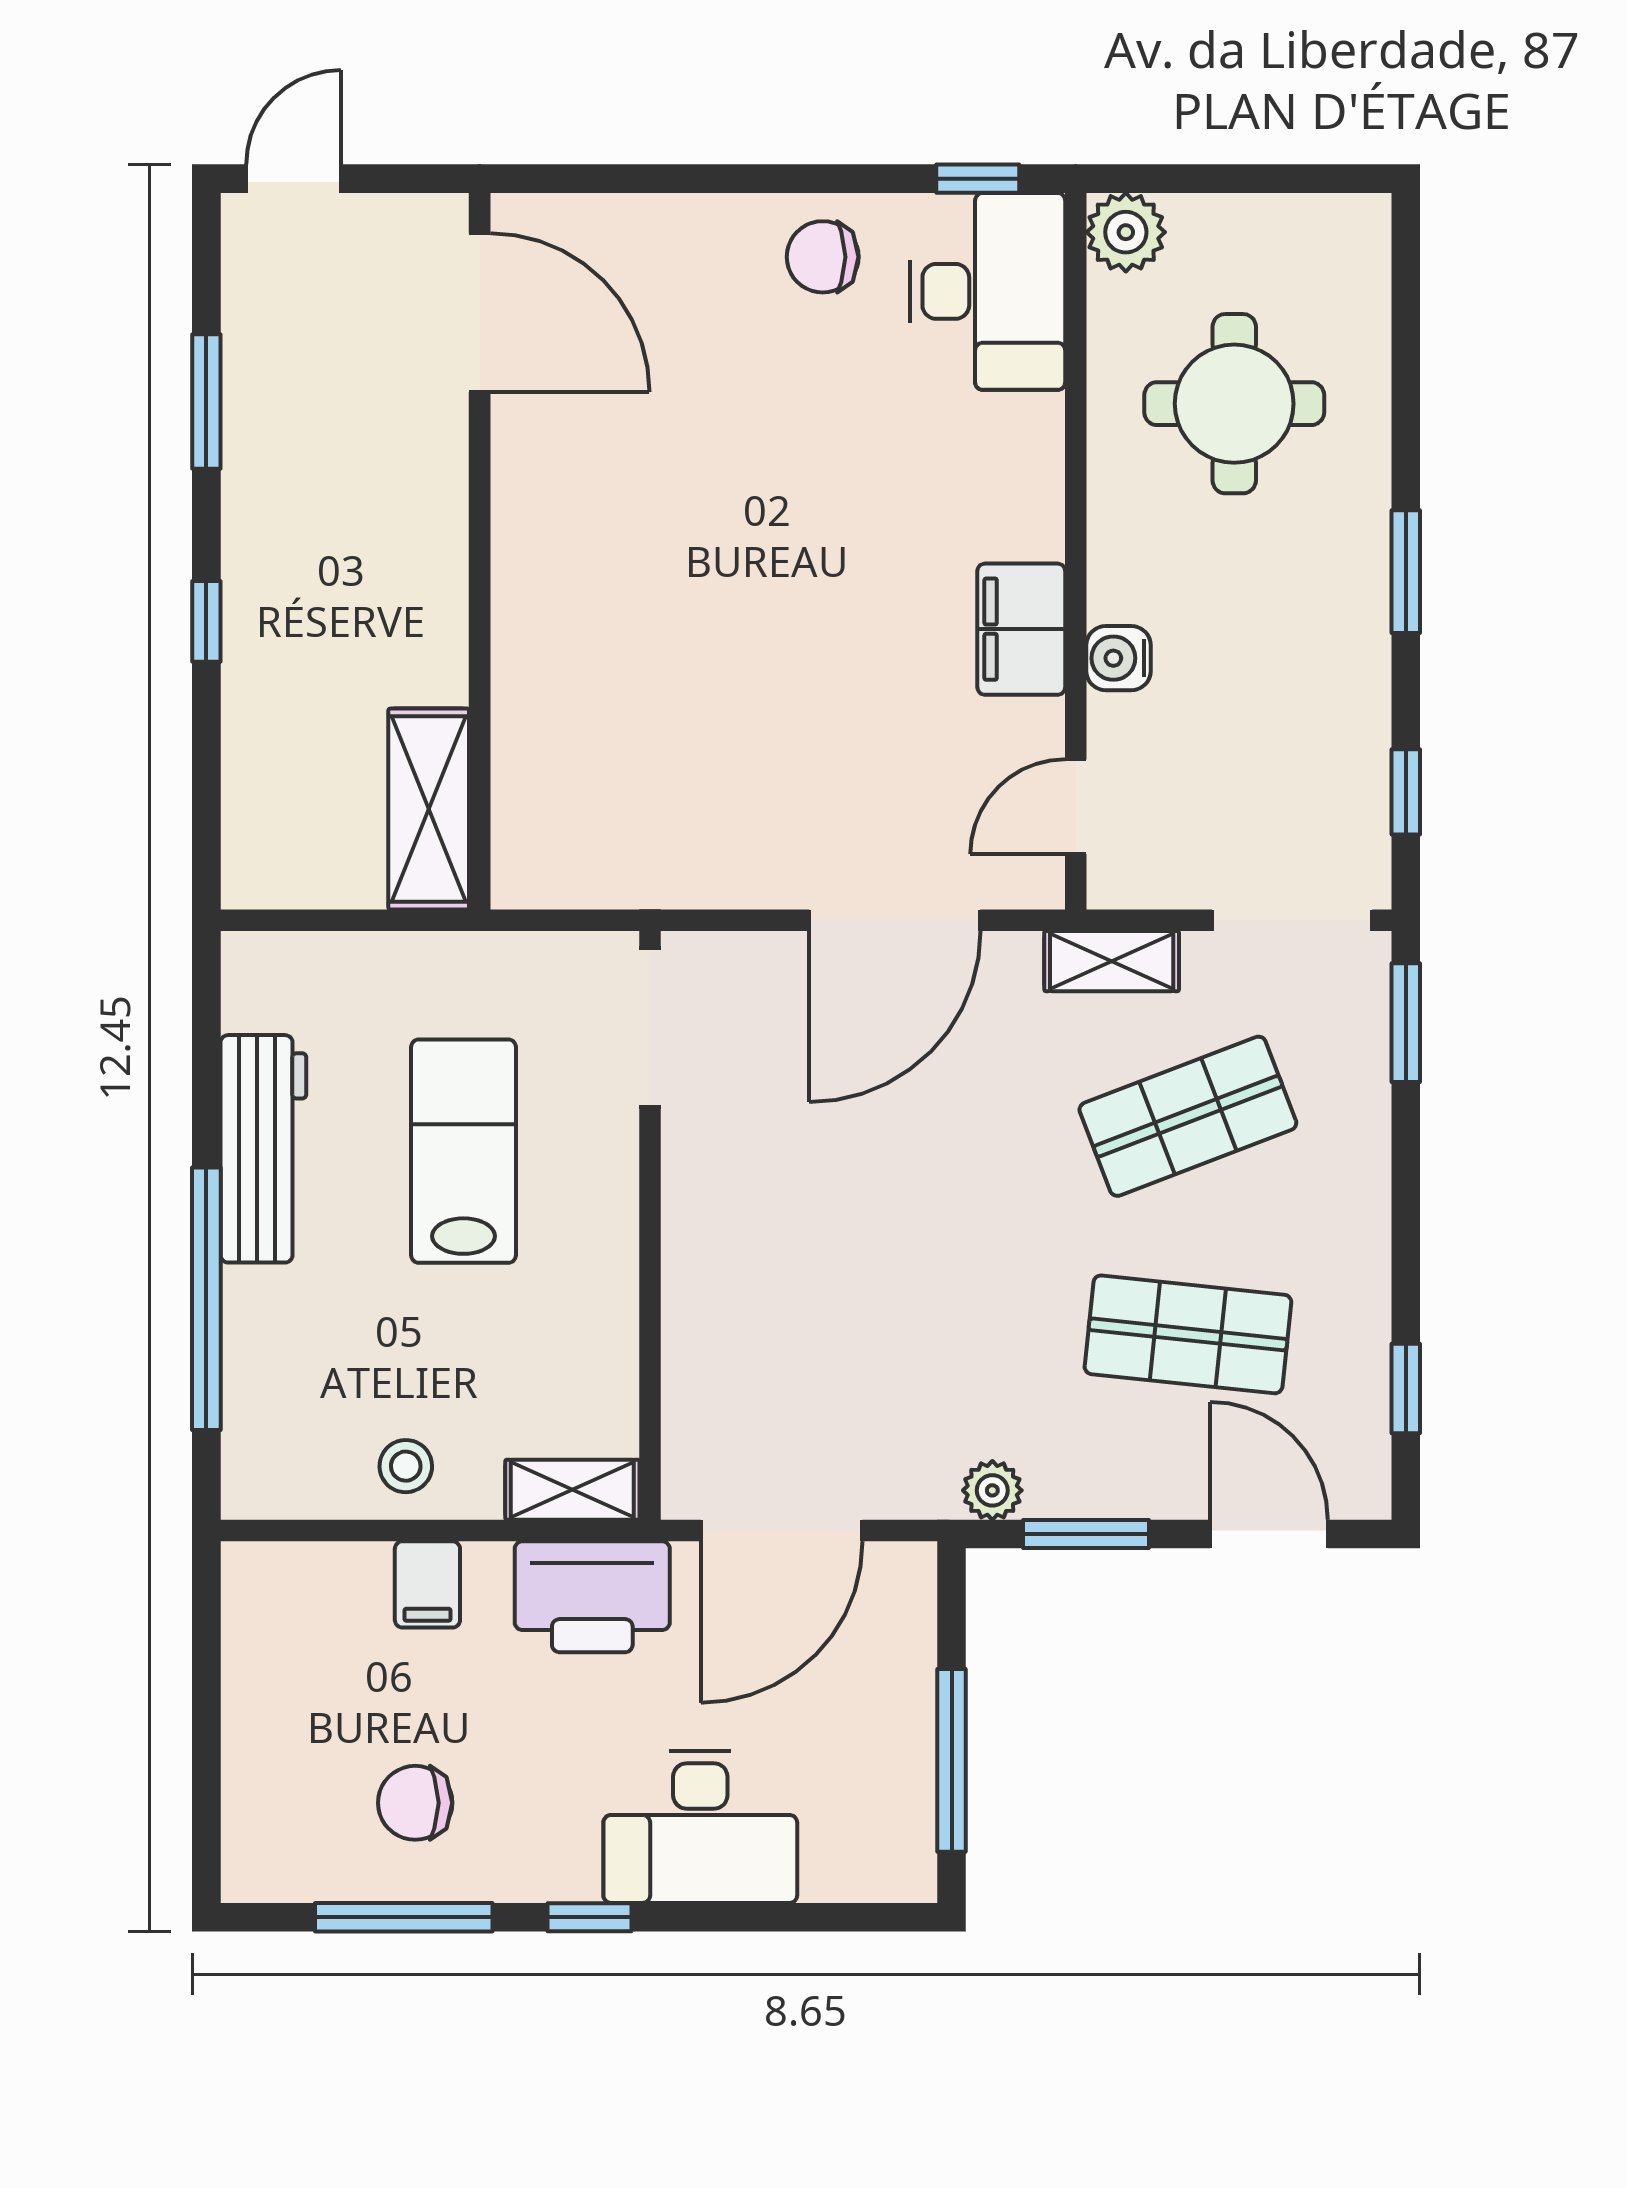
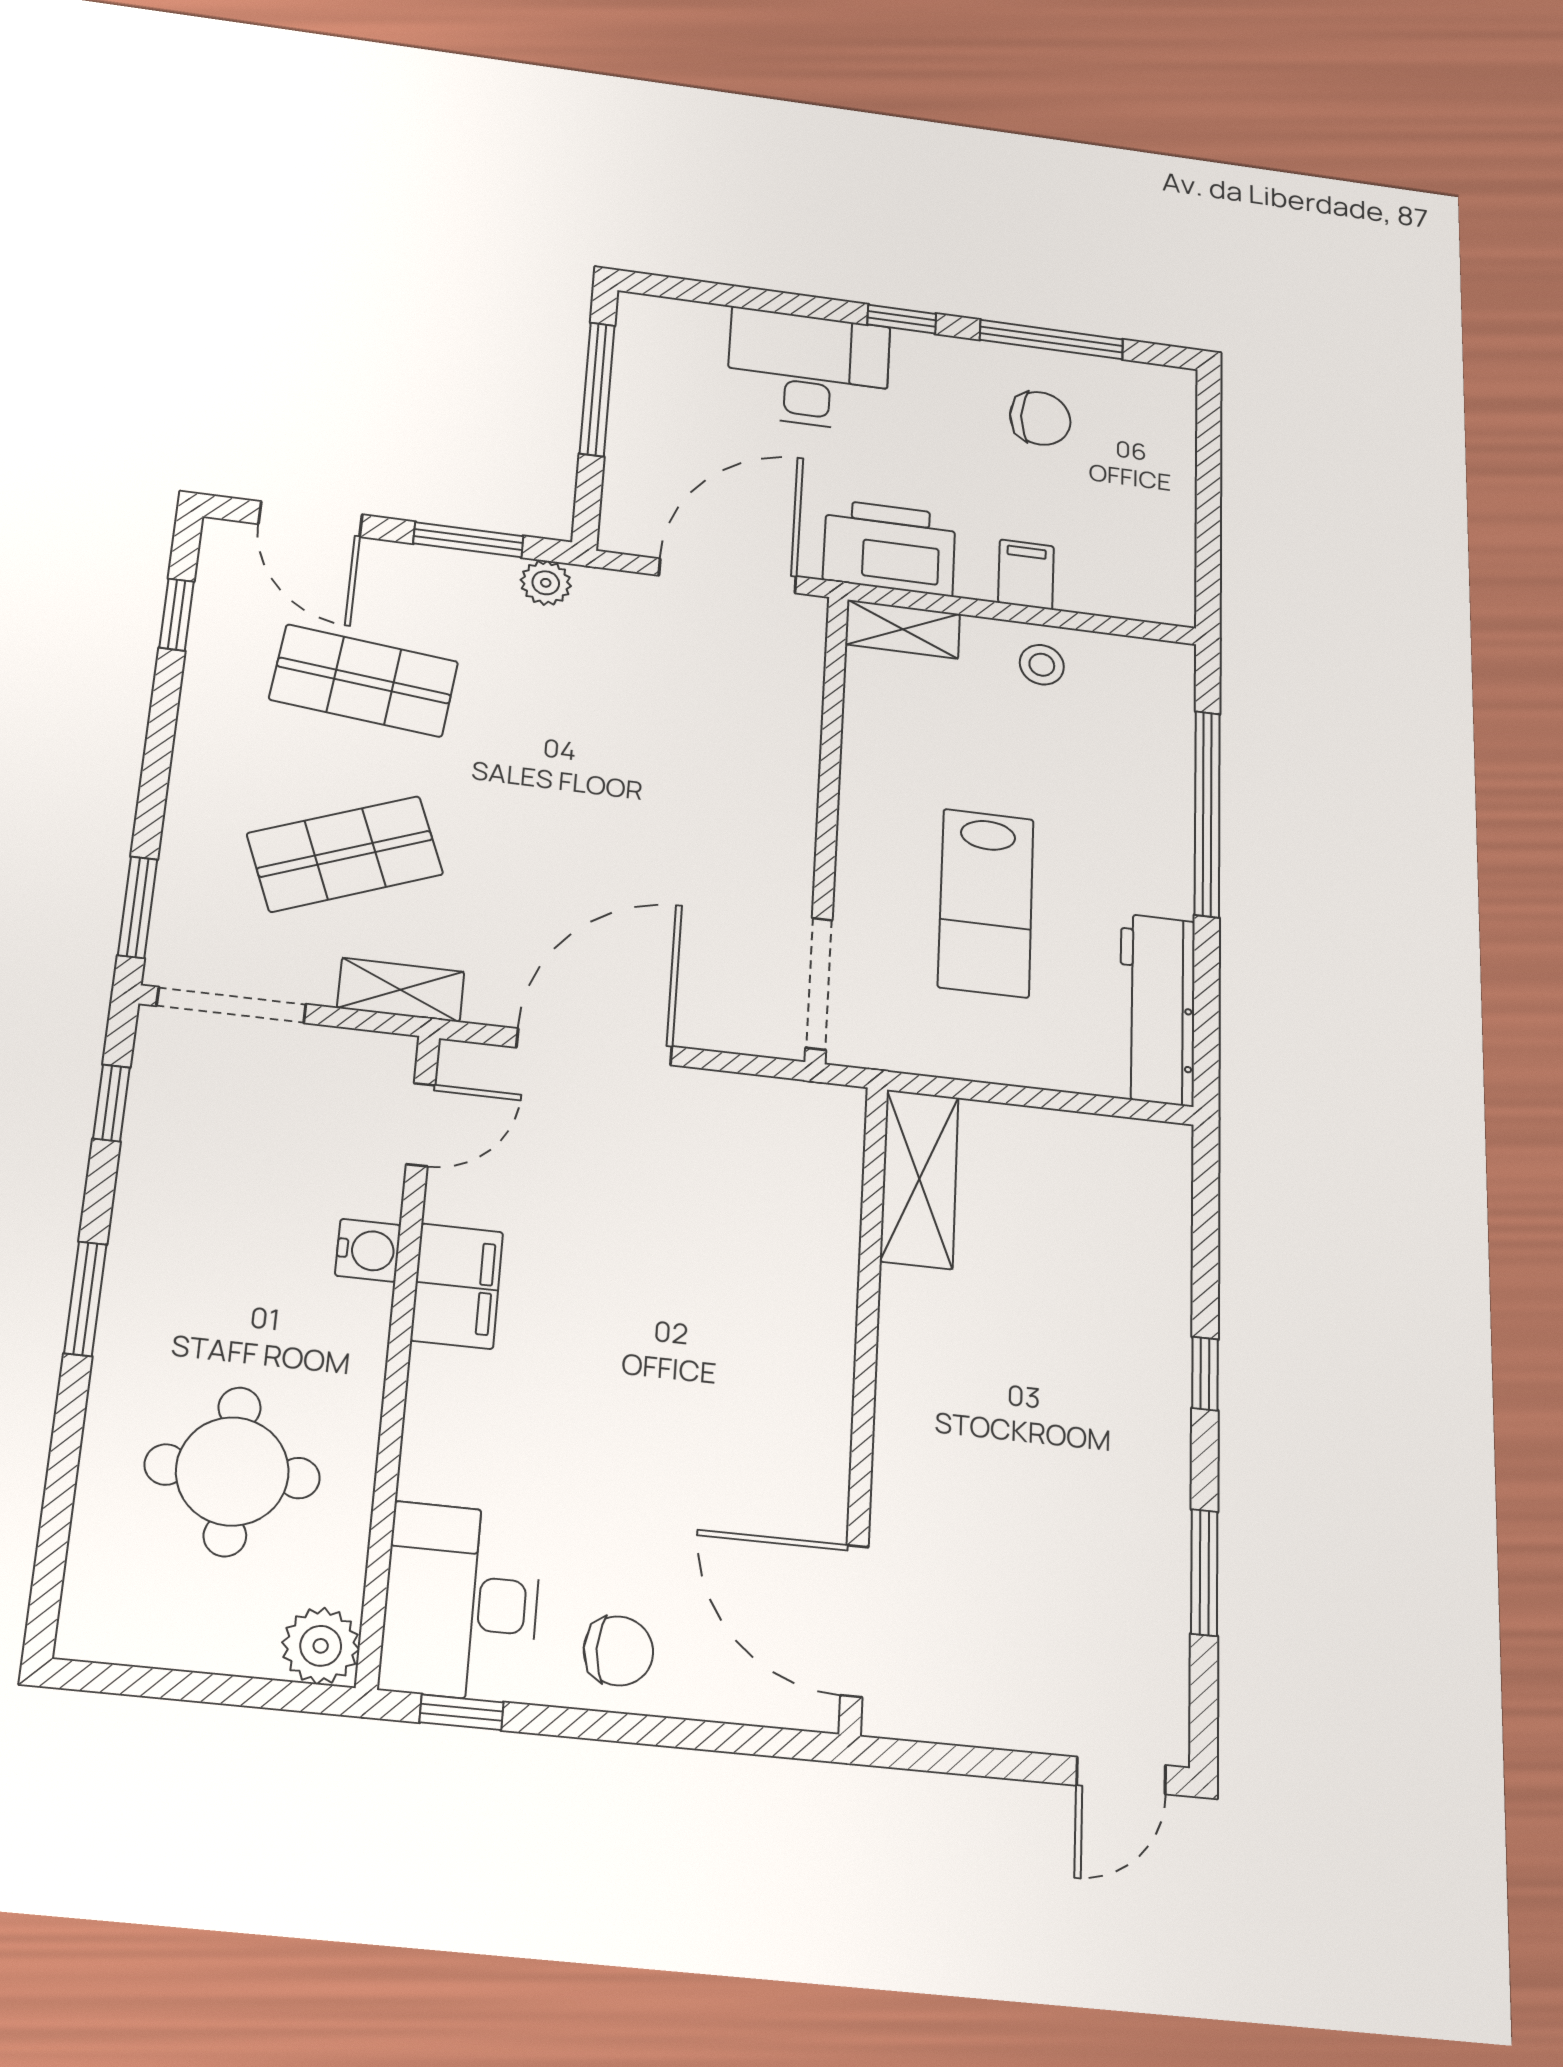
door: (480, 313) -> (855, 1621), moved
wall: (480, 551) -> (864, 1400), moved
shelving: (429, 809) -> (919, 1179), moved
workbench: (263, 1149) -> (1157, 1009), moved

